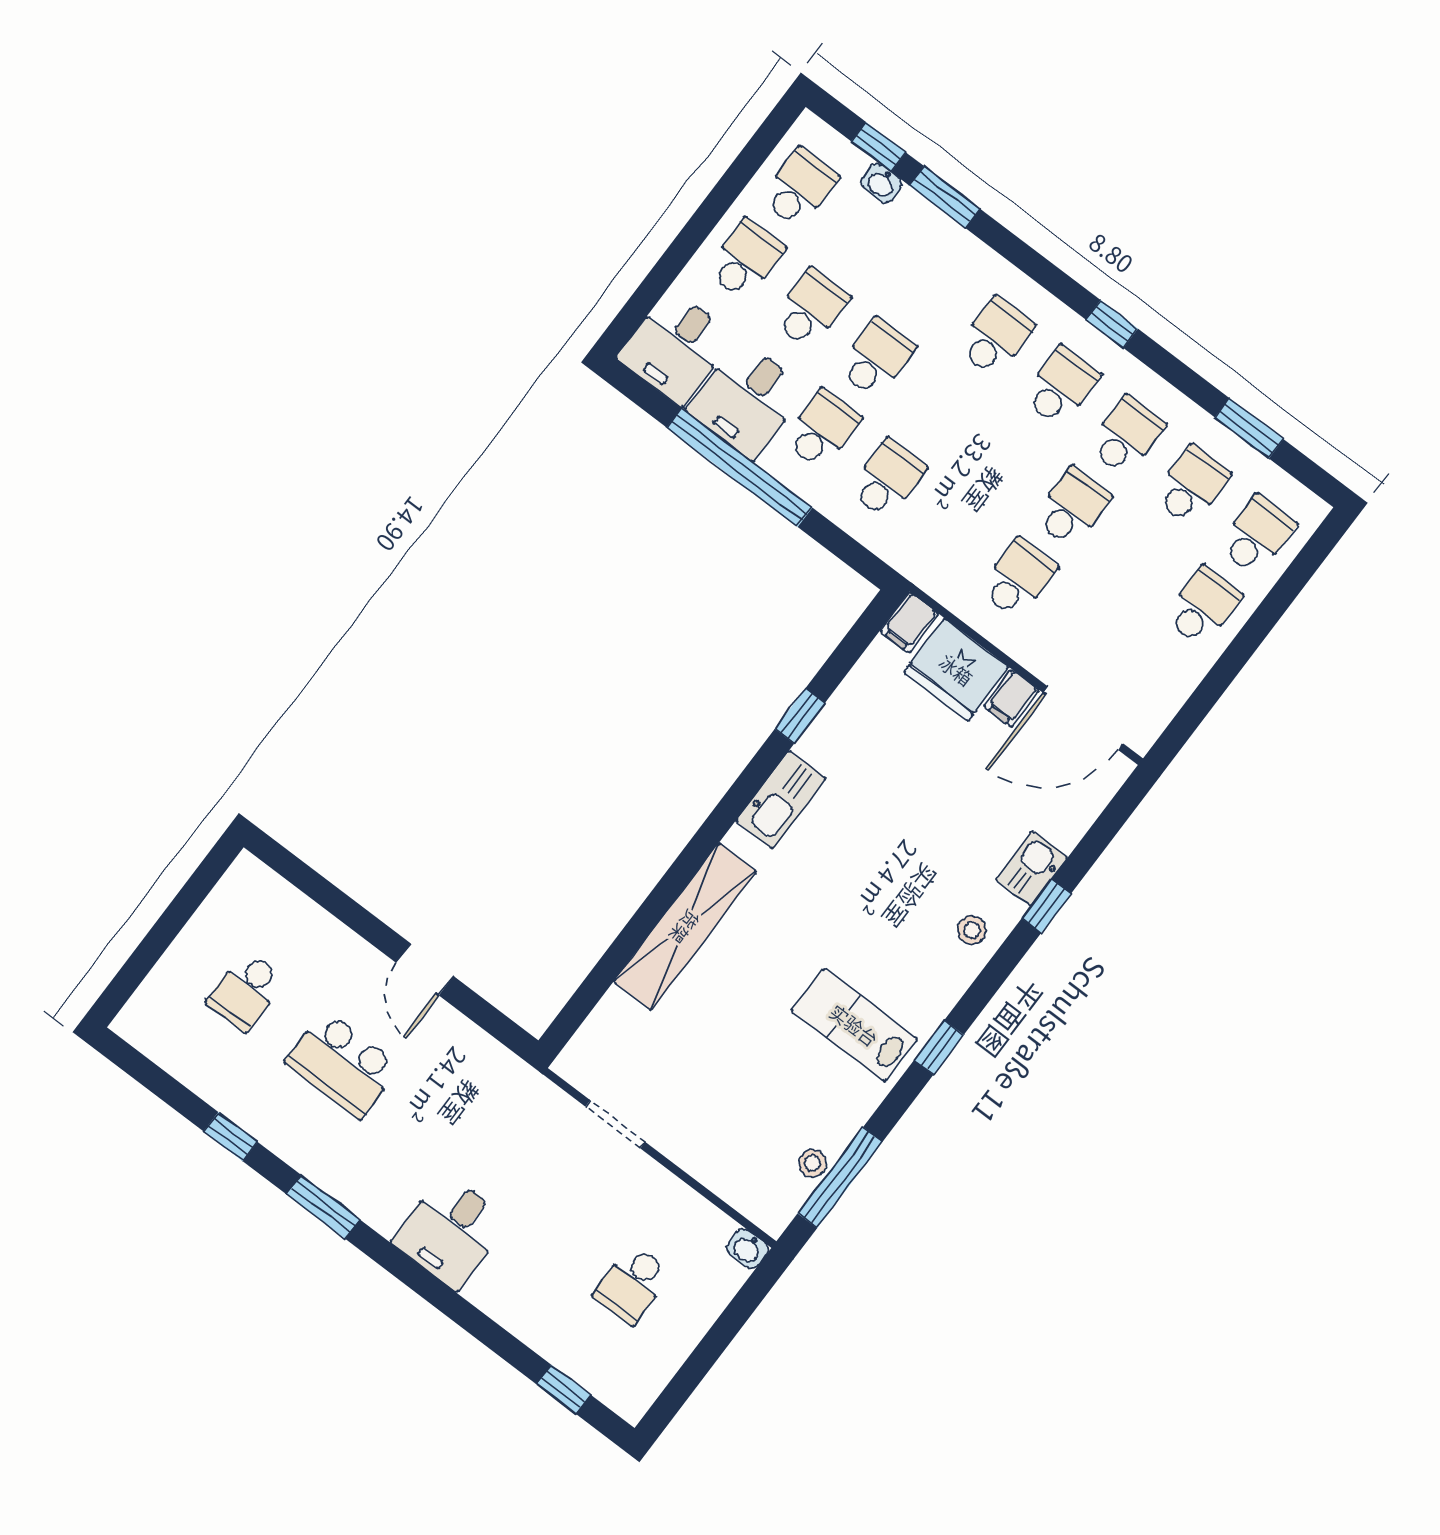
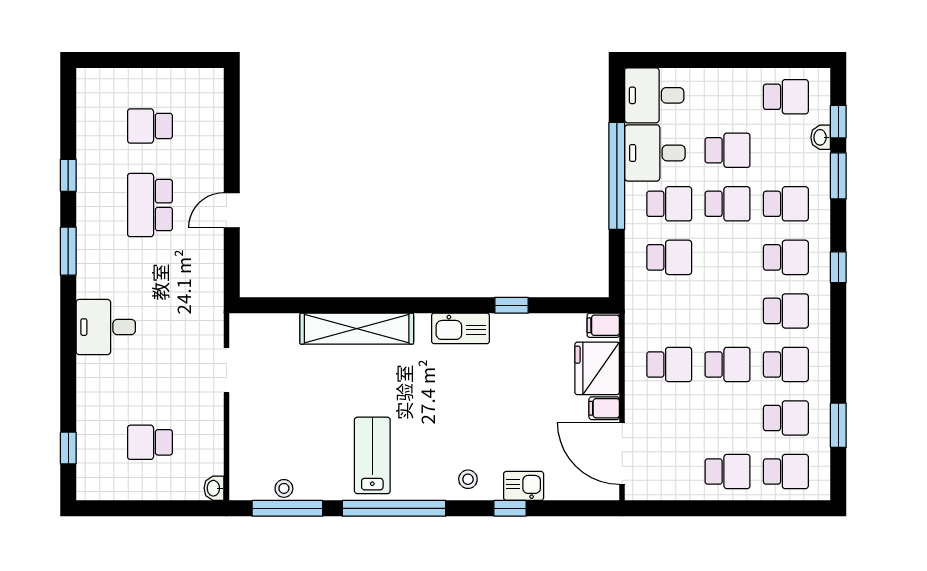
school desk: (746, 259) -> (786, 204), moved
window: (1112, 324) -> (838, 267), moved
window: (939, 1047) -> (394, 508), width x3.17

